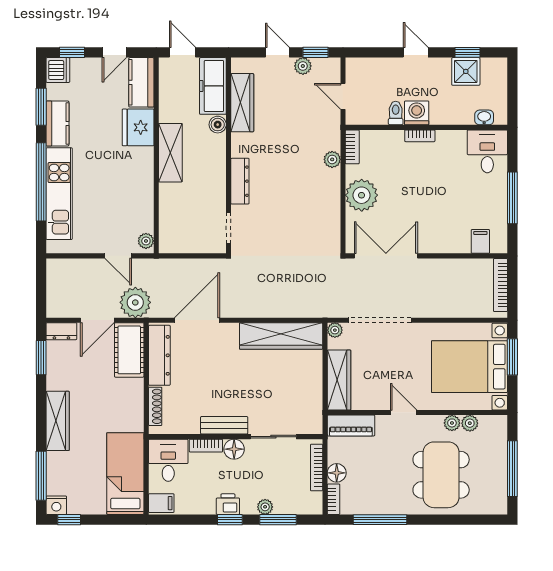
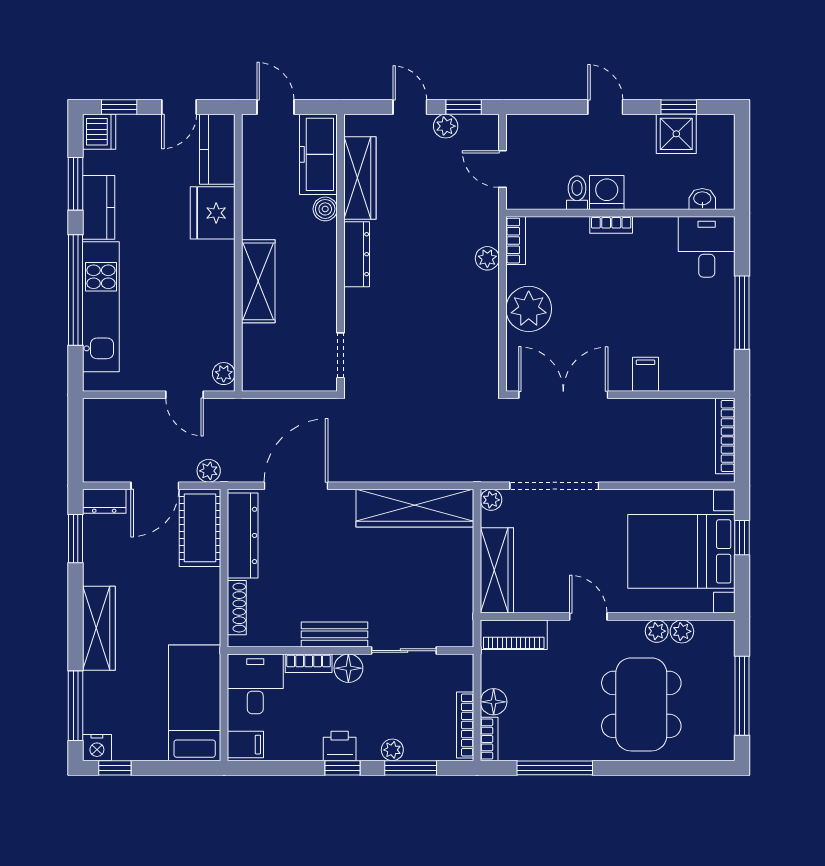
shelving: (170, 153) -> (258, 281), moved
dresser: (240, 181) -> (357, 254), moved
filing cabinet: (480, 241) -> (645, 374), moved
plant: (135, 302) -> (209, 471), width x0.53, depth x0.53
window: (512, 357) -> (742, 538), width x0.67
bookcase: (317, 467) -> (465, 725), moved

